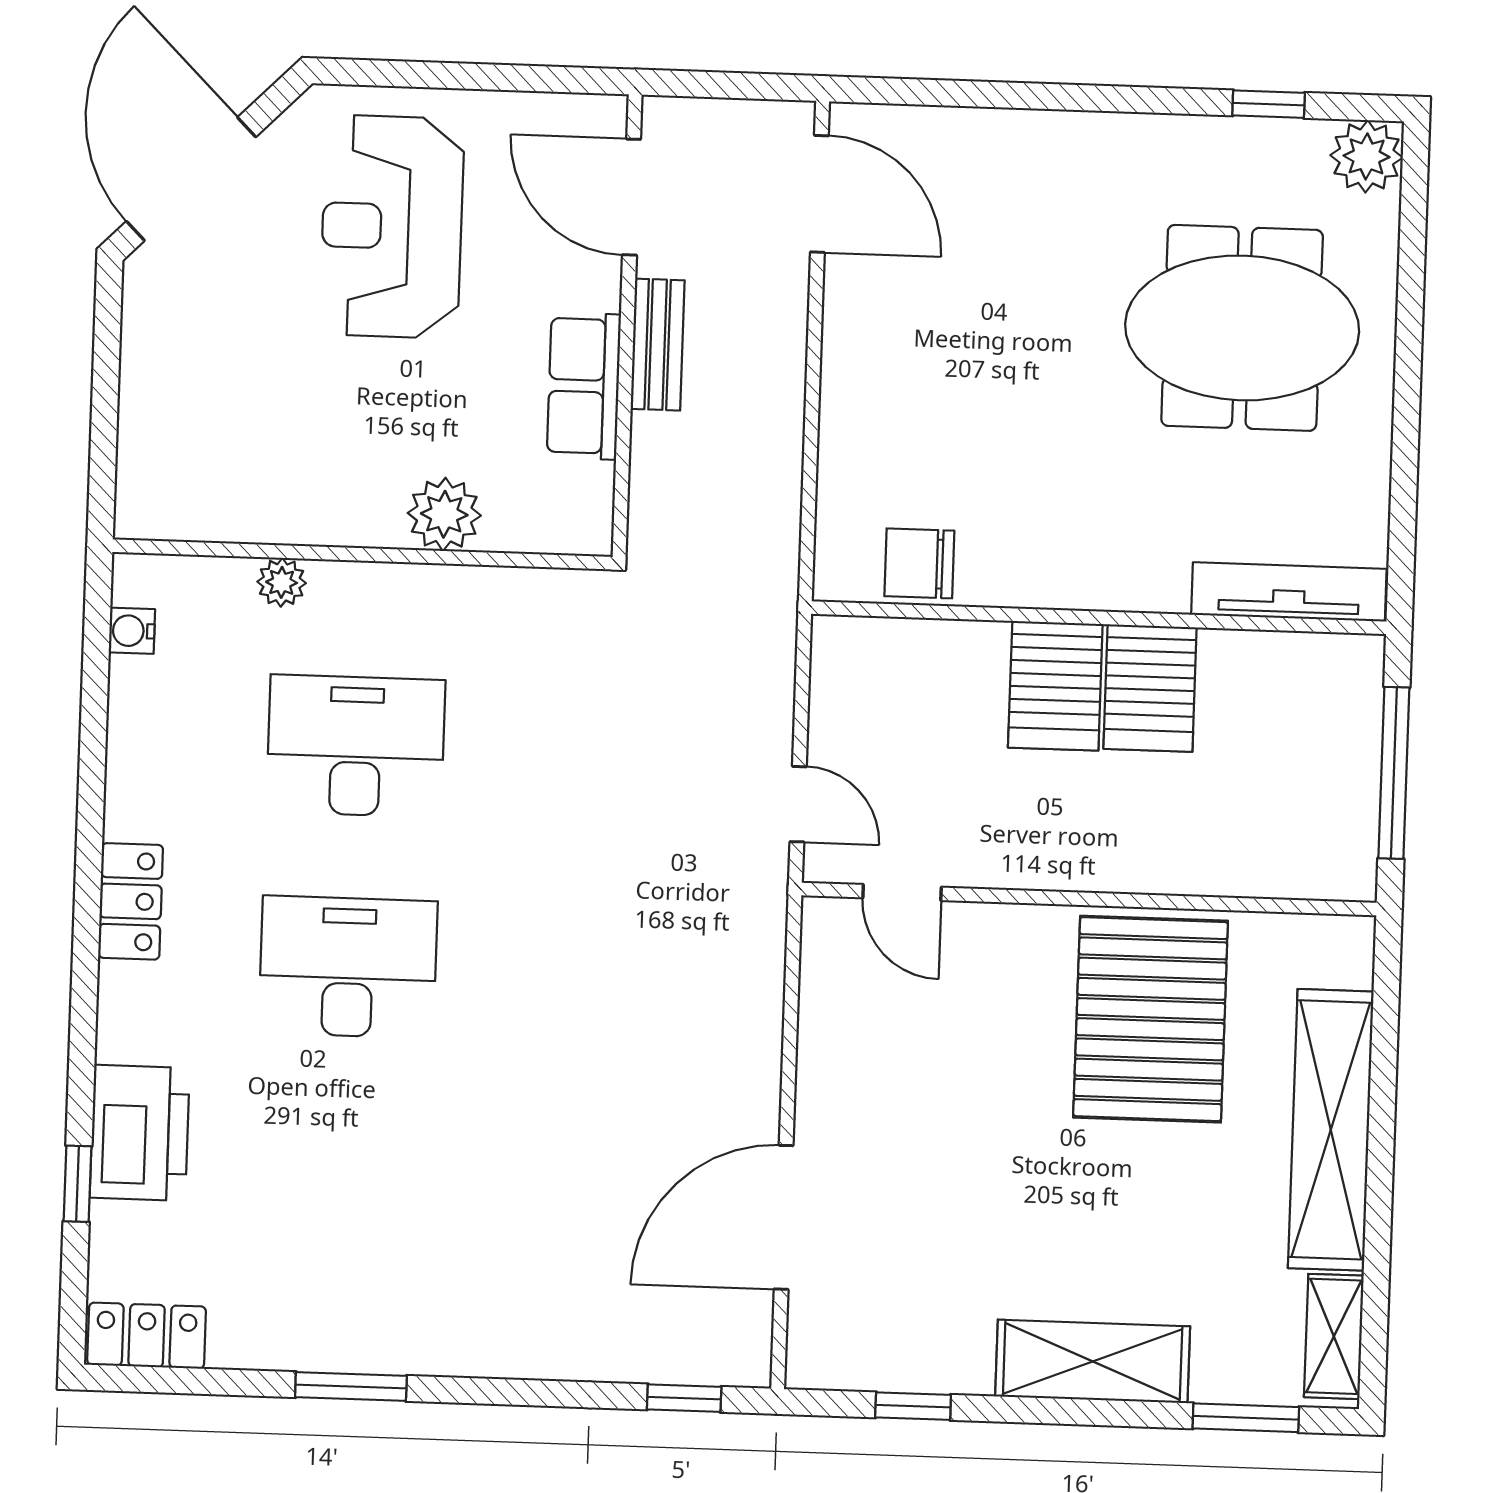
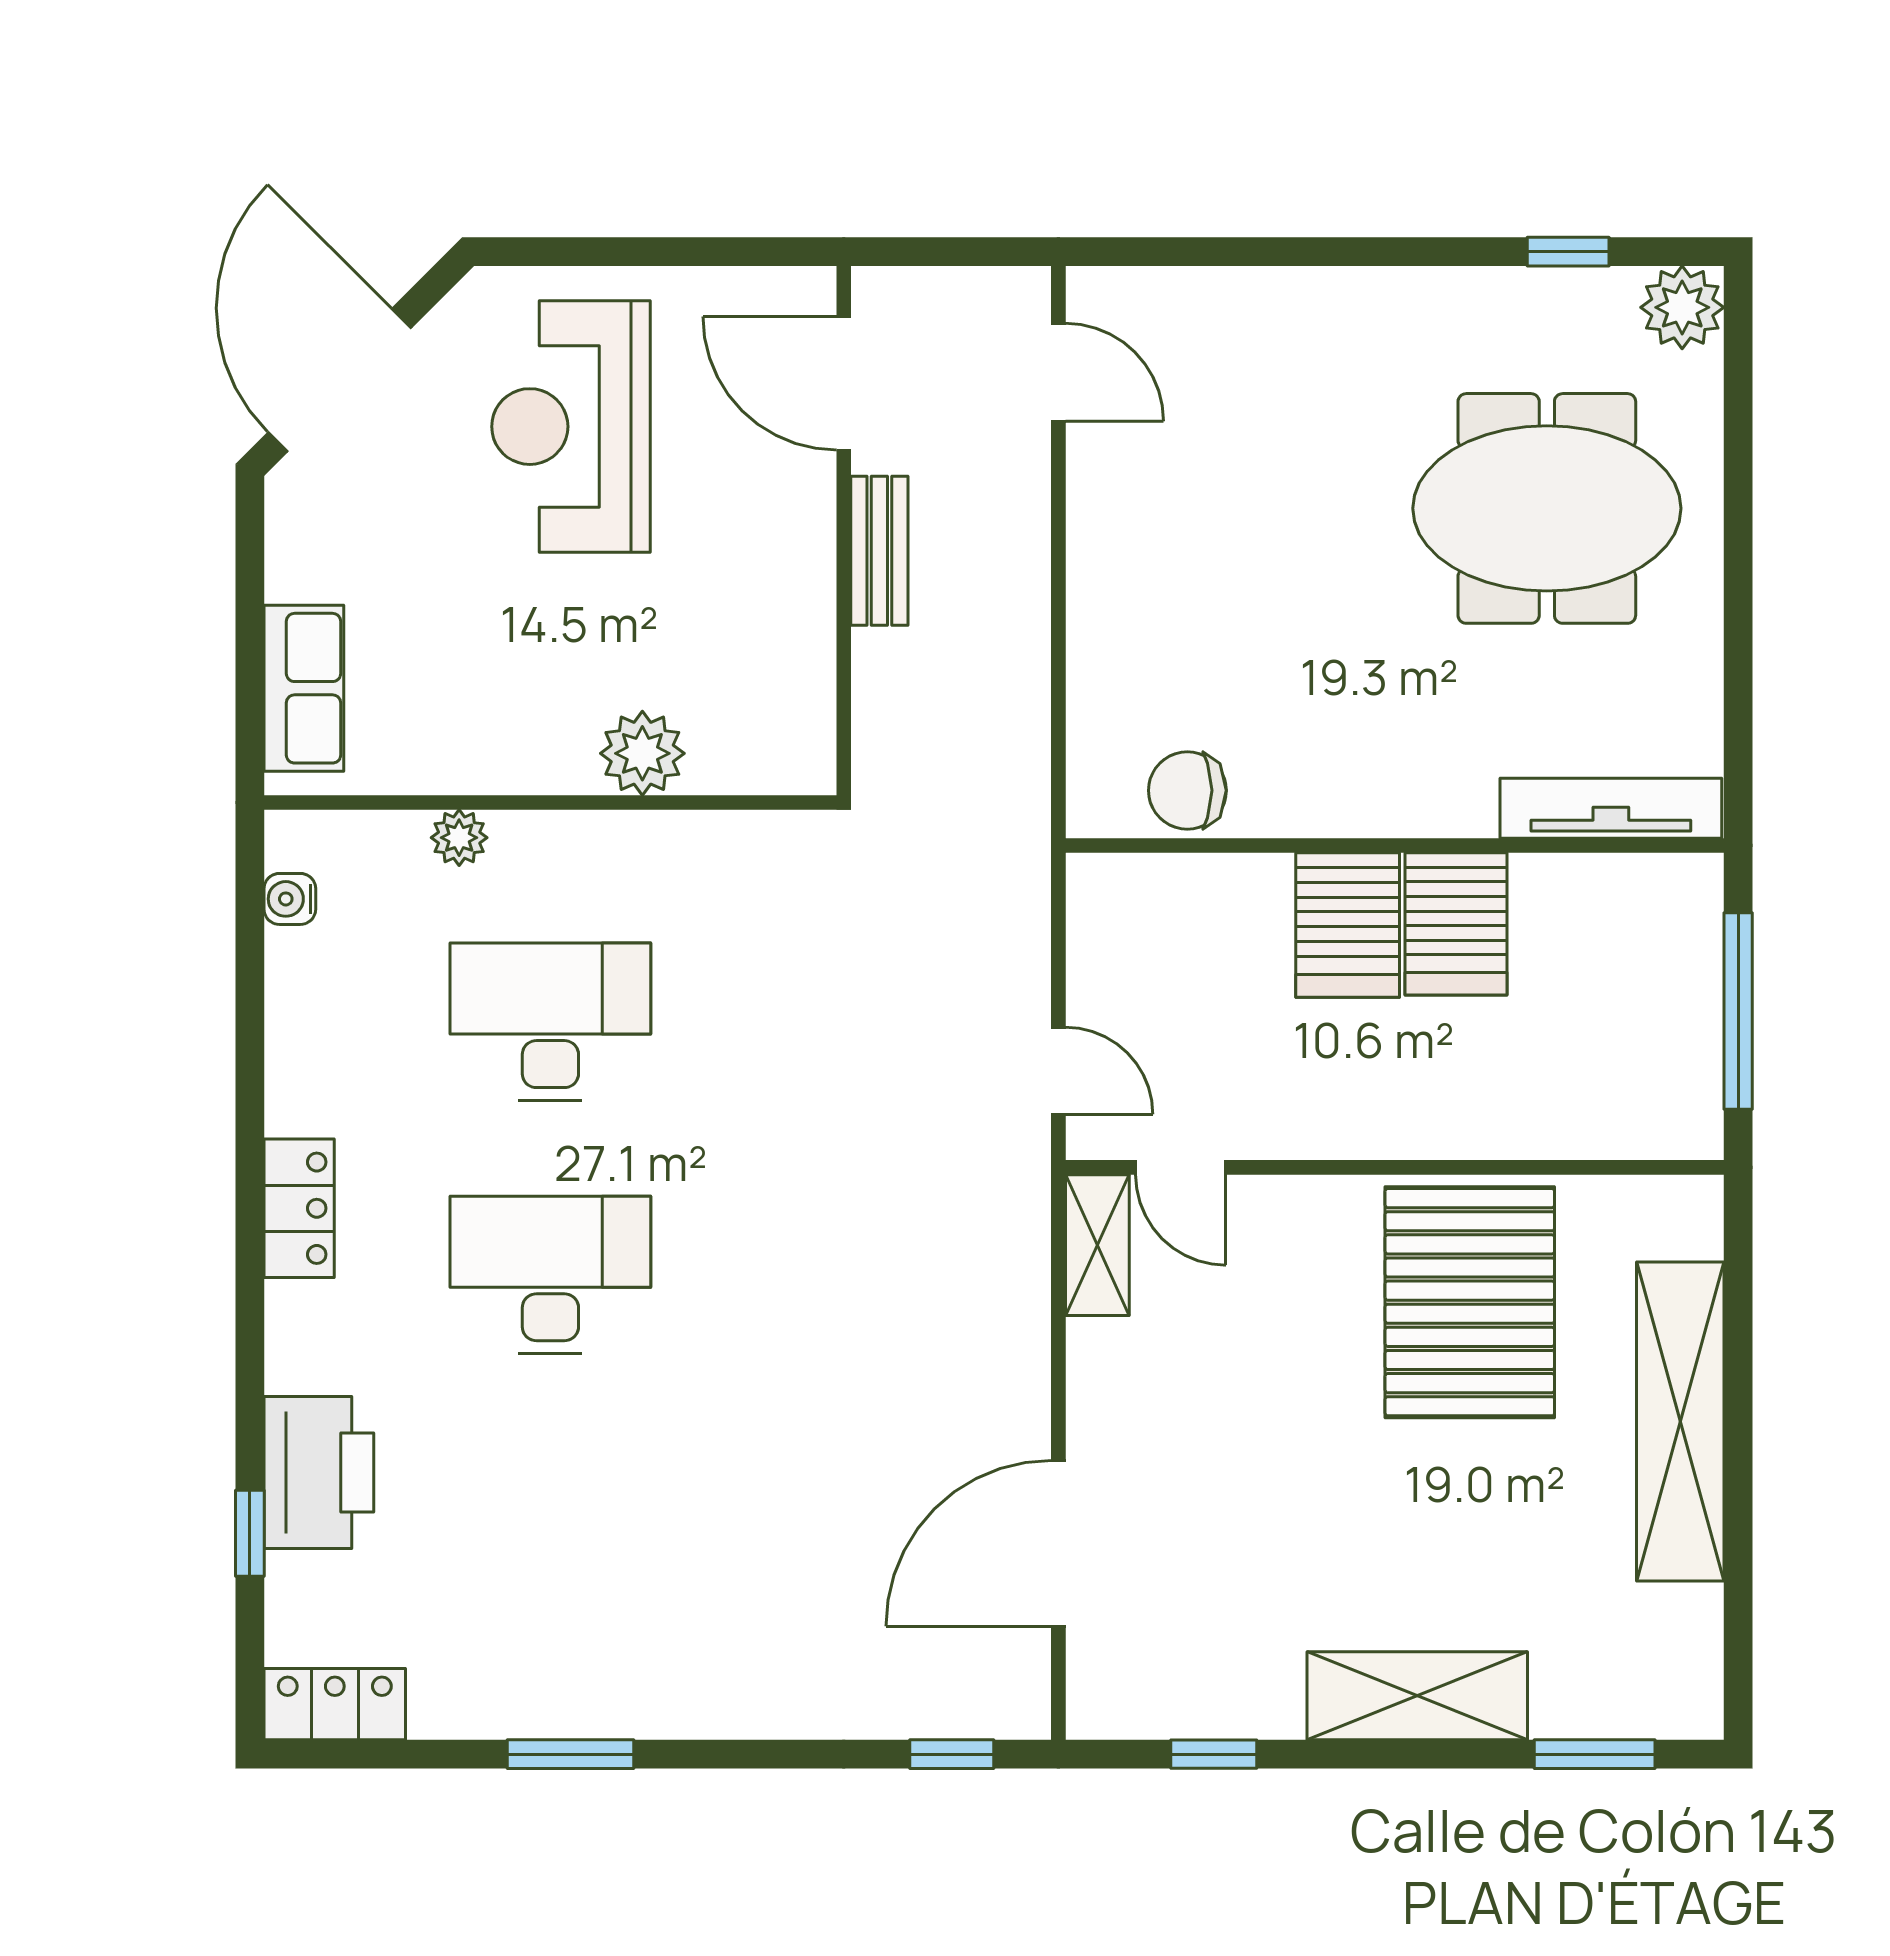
door: (819, 194) -> (1058, 372), width x0.73
row of seats: (584, 386) -> (304, 688), moved, turned 180
shelving: (1334, 1336) -> (1097, 1245), moved

